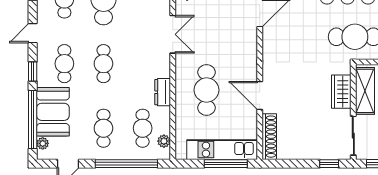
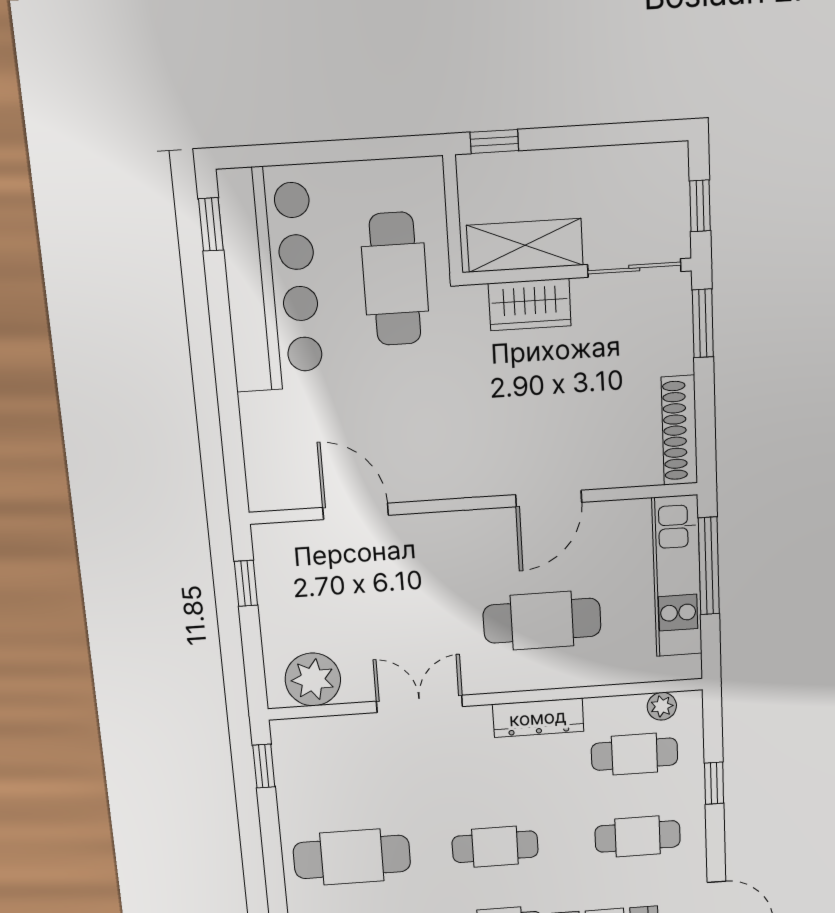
dresser: (163, 92) -> (538, 718), width x1.44
shoe rack: (269, 137) -> (679, 430), moved, turned -90
window: (126, 164) -> (714, 783), width x0.32
window: (329, 164) -> (703, 323), width x1.50

